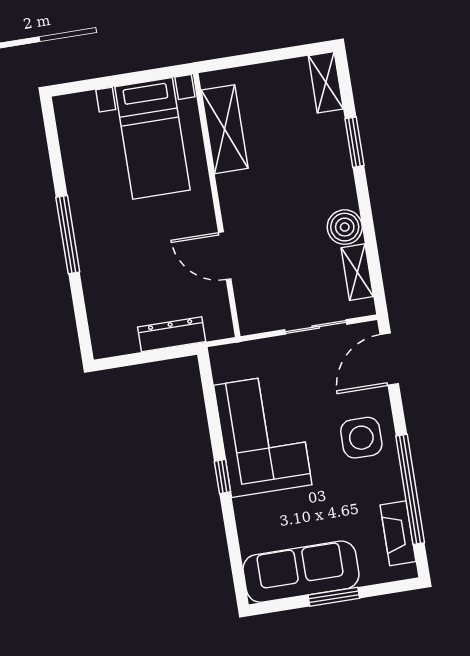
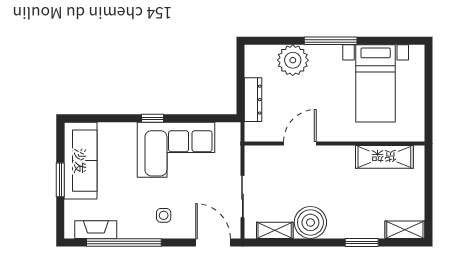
bed with nightstands: (153, 138) -> (376, 83), moved, turned -90
boiler: (345, 227) -> (310, 222), width x1.37, depth x1.37
plant: (105, 285) -> (293, 60), added
side table: (361, 438) -> (164, 215), width x0.54, depth x0.54

